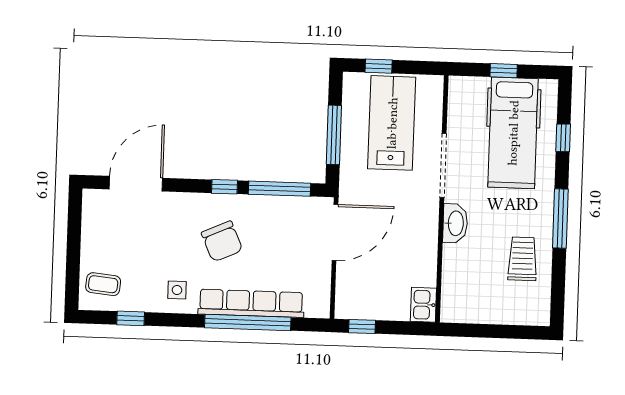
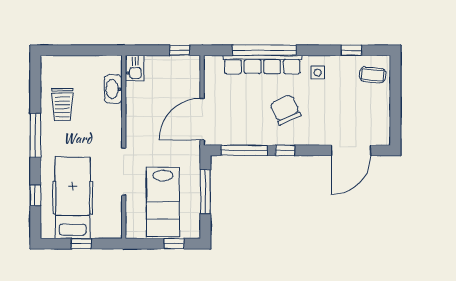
washbasin: (455, 223) -> (113, 89), moved

